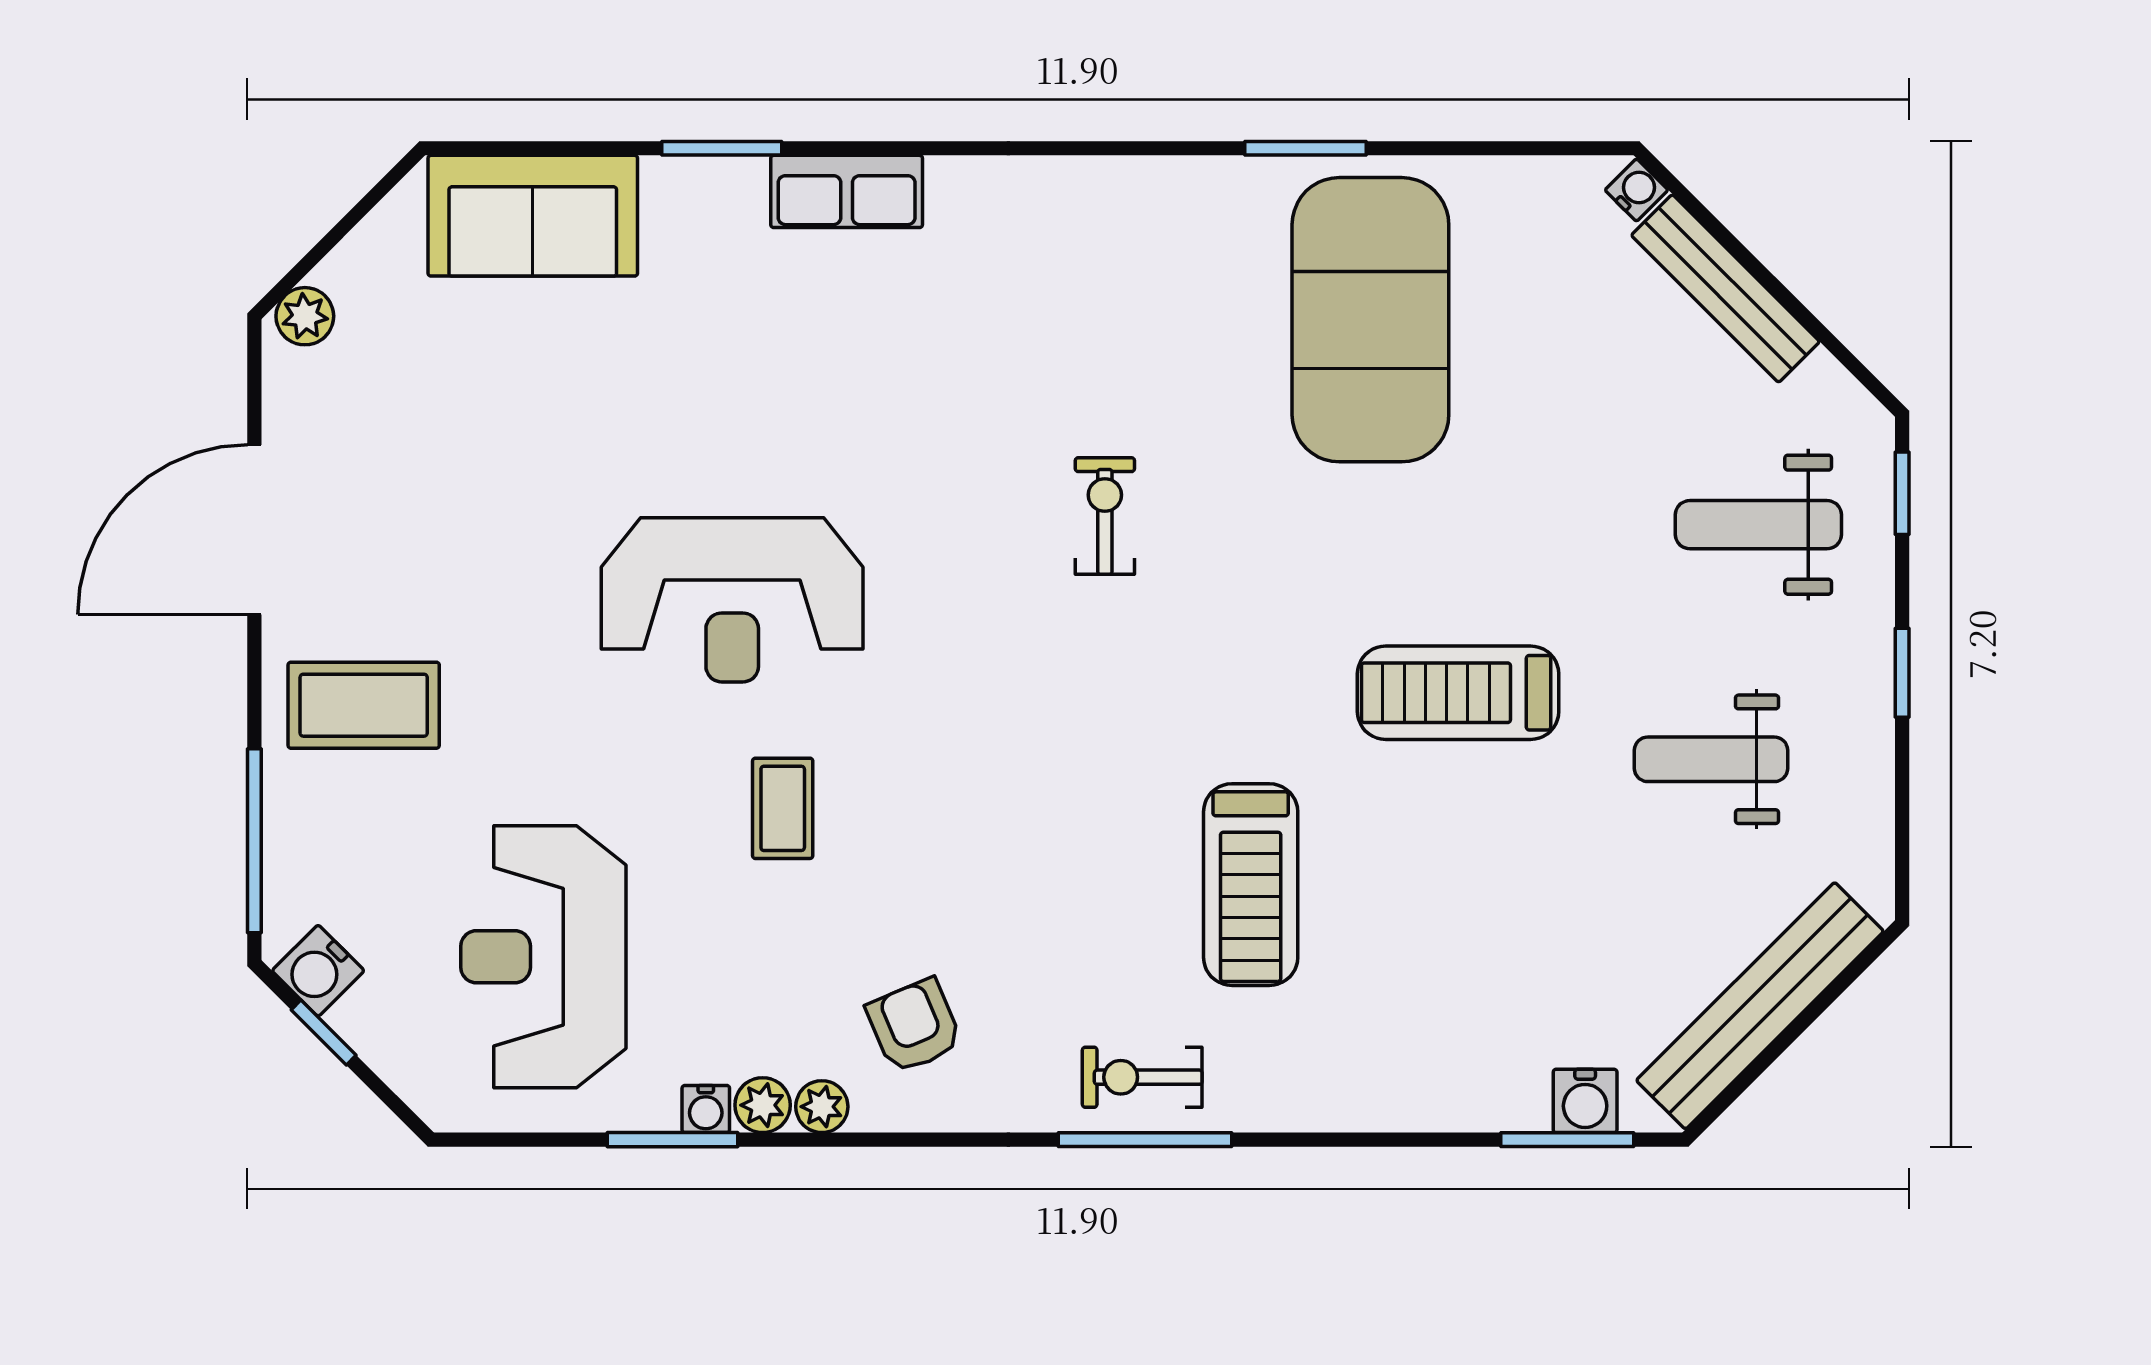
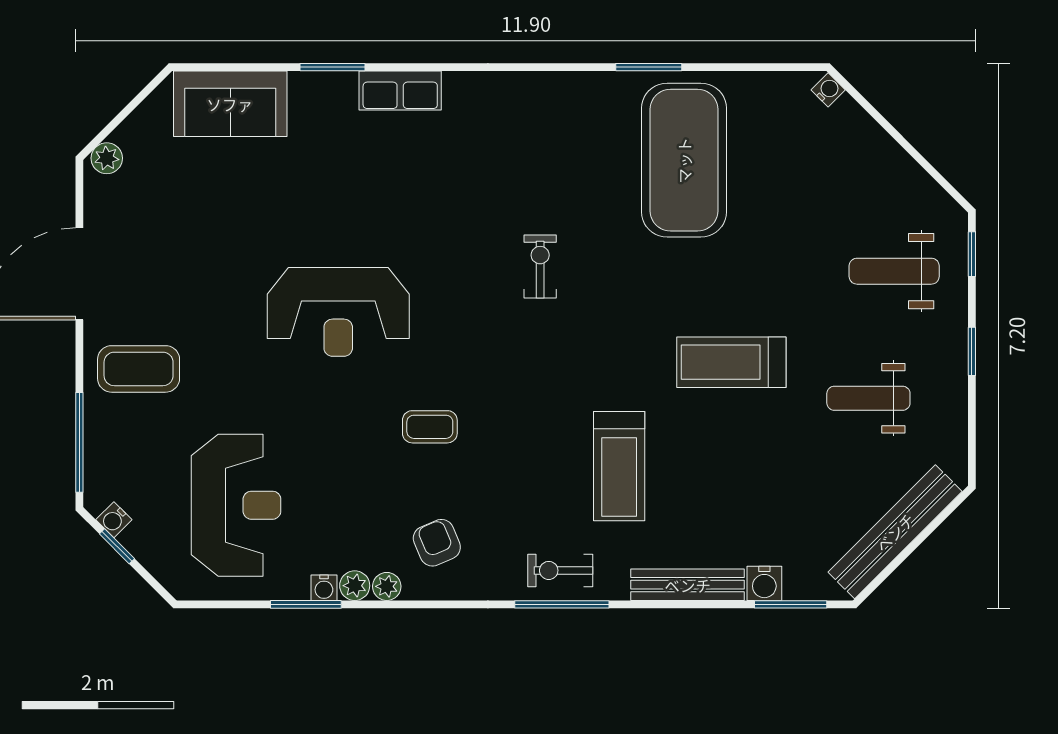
bench: (1725, 288) -> (688, 585), moved, turned -45
coffee table: (783, 808) -> (430, 427), moved, turned 90
reception desk: (543, 957) -> (236, 505), turned 180
water cooler: (318, 971) -> (114, 520), width x0.72, depth x0.72
water cooler: (1585, 1101) -> (764, 583), moved

